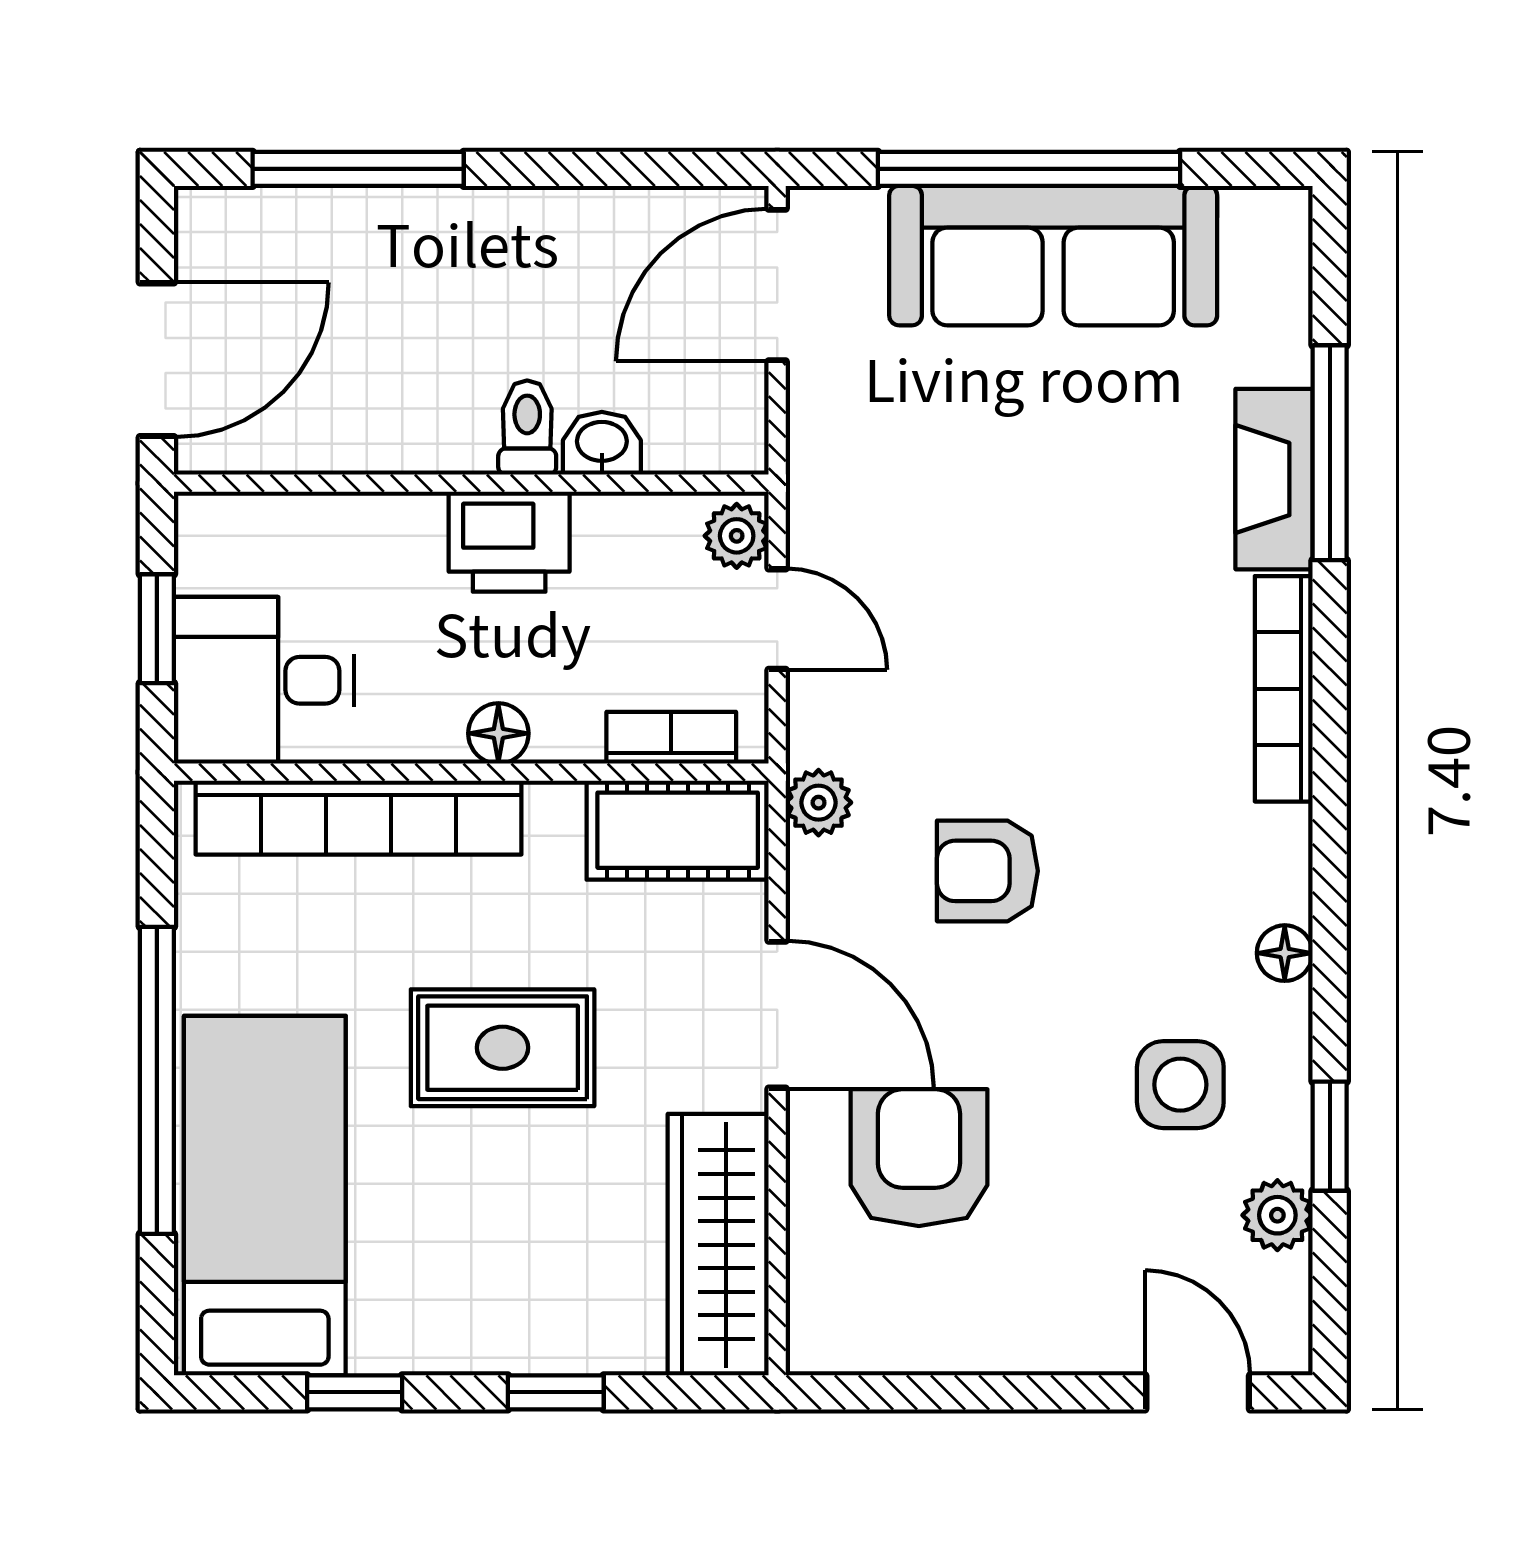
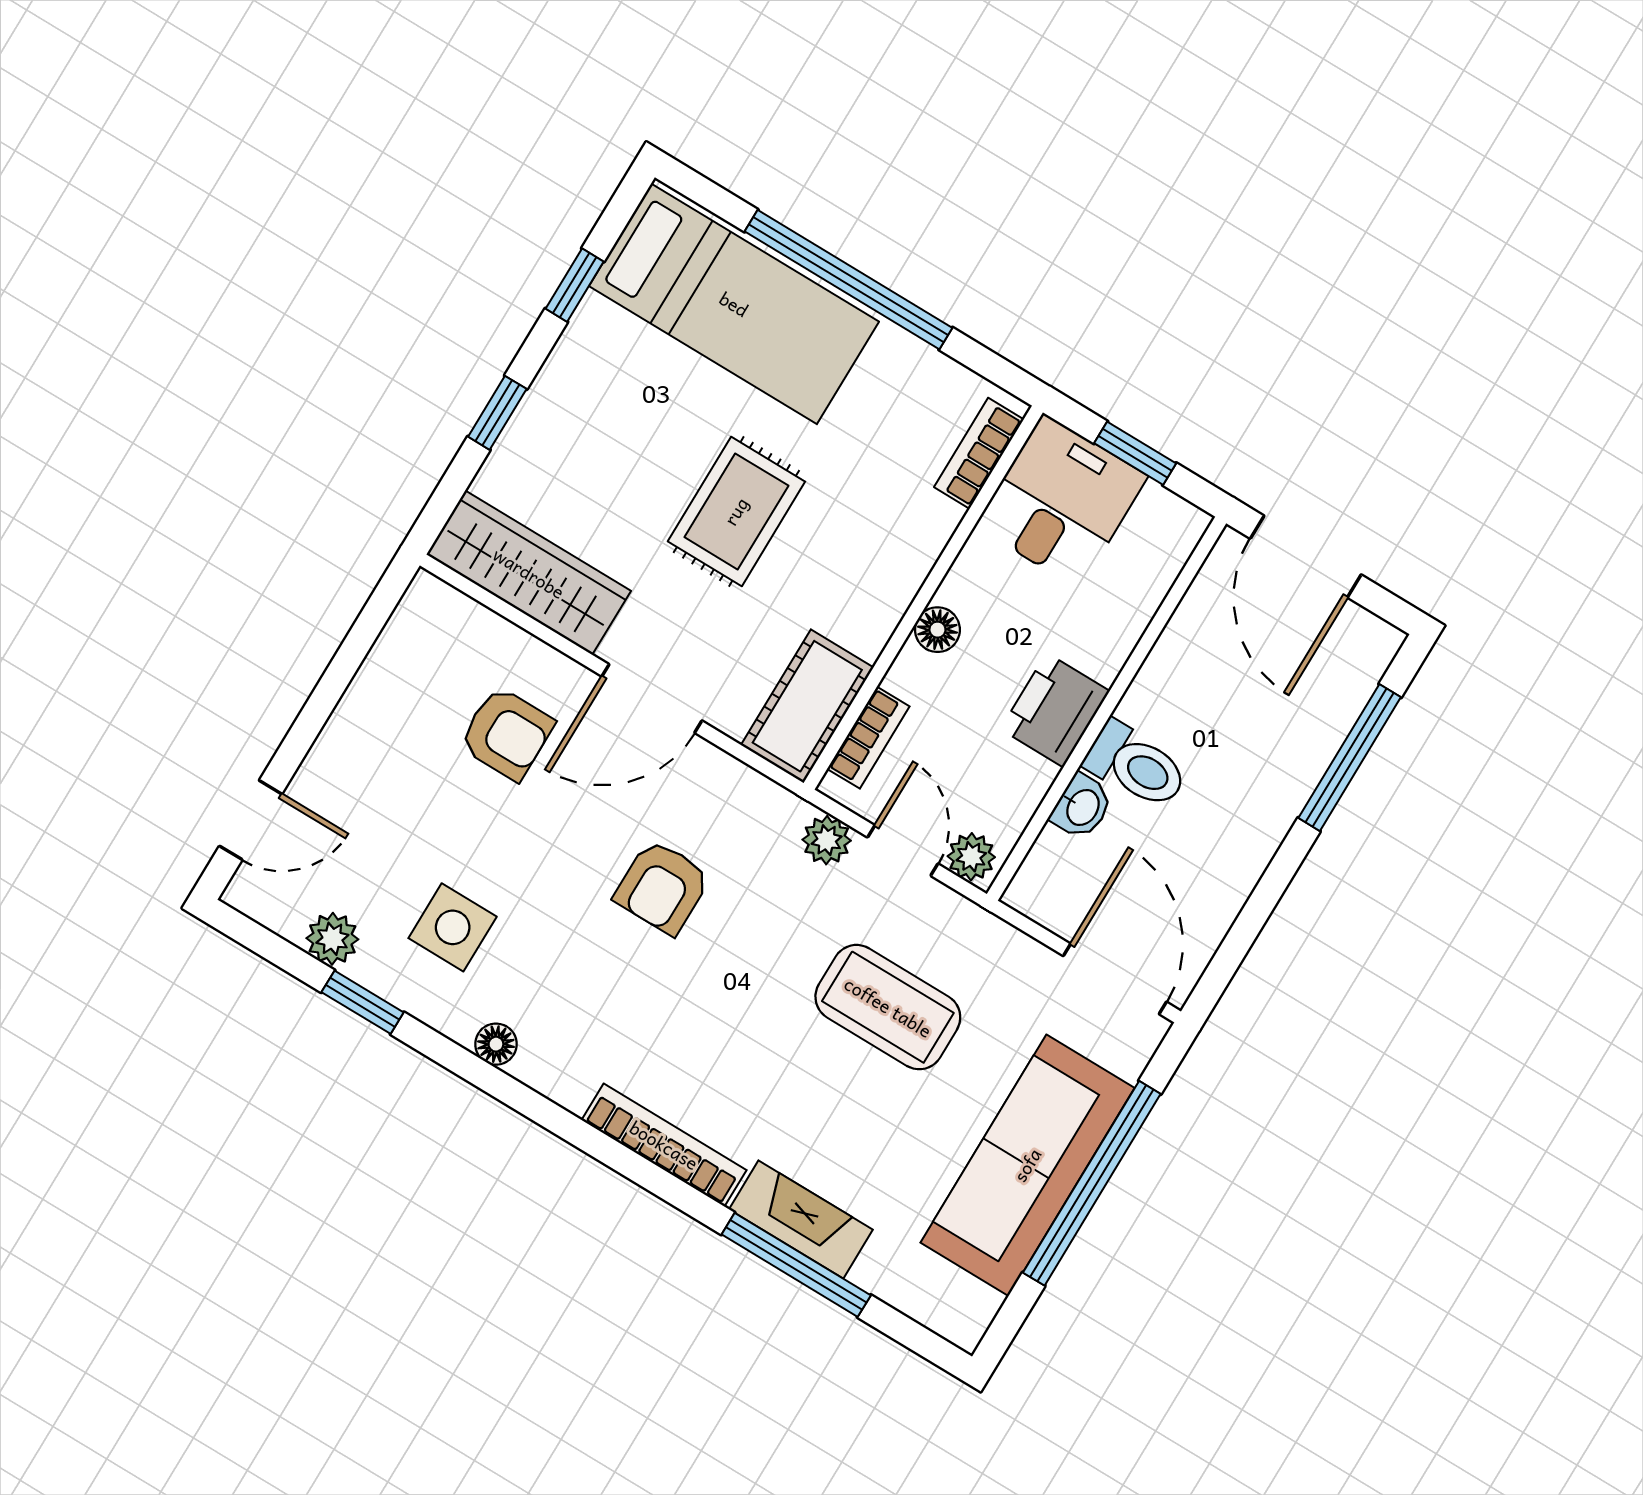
toilet: (527, 428) -> (1136, 766), width x1.37, depth x1.39
coffee table: (968, 527) -> (888, 1007), added
door: (777, 619) -> (903, 850), swing flipped
plant: (819, 803) -> (827, 840), moved
bookcase: (359, 818) -> (979, 453), width x0.43, depth x0.76
armchair: (987, 871) -> (662, 887), turned 180
armchair: (919, 1158) -> (507, 733), width x0.72, depth x0.72

